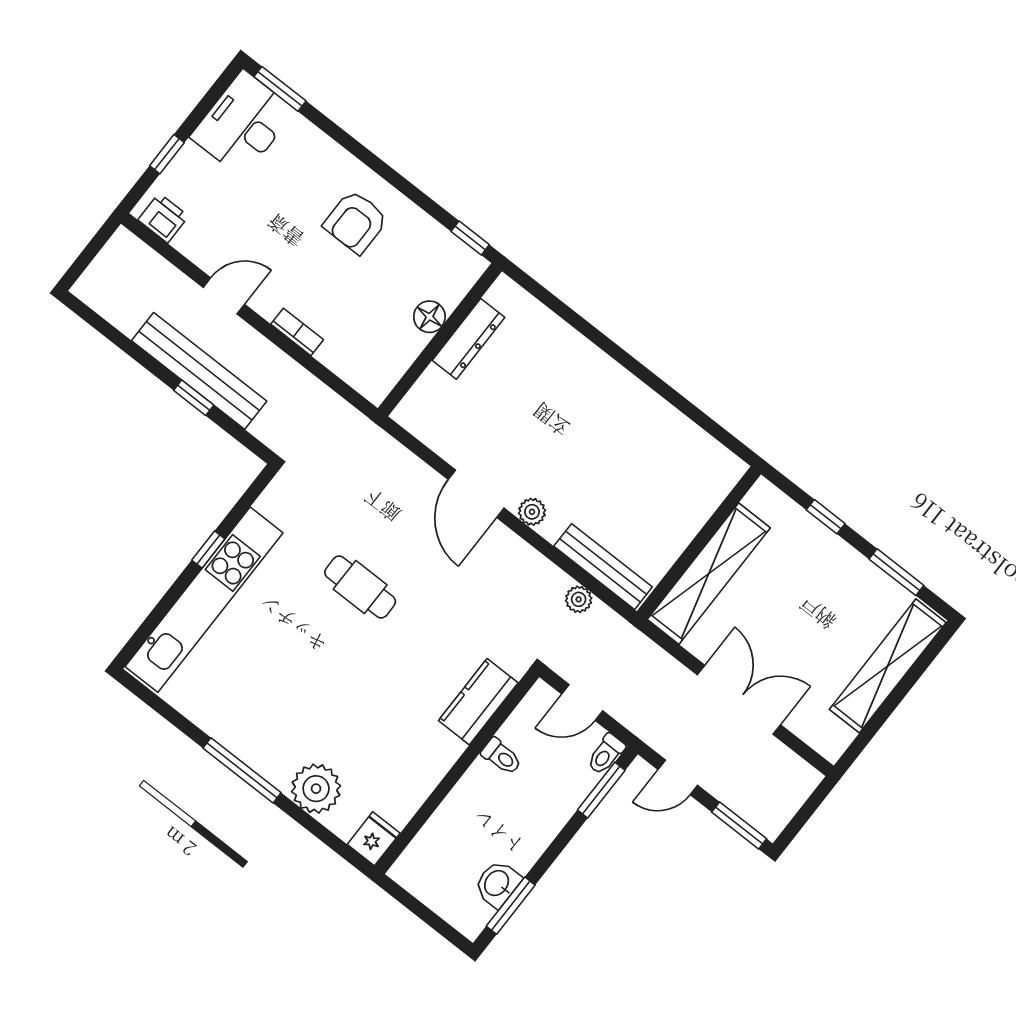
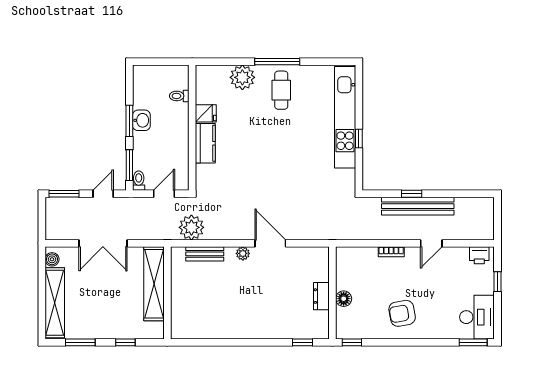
armchair: (356, 222) -> (402, 313), turned -100
window: (548, 299) -> (303, 342), added
dresser: (468, 339) -> (321, 296), width x0.70
bench: (603, 567) -> (205, 254), width x0.73
cafe table: (360, 587) -> (281, 90), moved, turned 90
plant: (579, 599) -> (191, 227), width x1.87, depth x1.87
kitchen counter: (478, 702) -> (205, 143), moved
boiler: (839, 737) -> (52, 259), added
toilet: (501, 756) -> (179, 96), moved
fridge: (374, 839) -> (206, 113), moved, turned -90
washbasin: (497, 884) -> (141, 120), moved
window: (511, 906) -> (129, 121), moved

